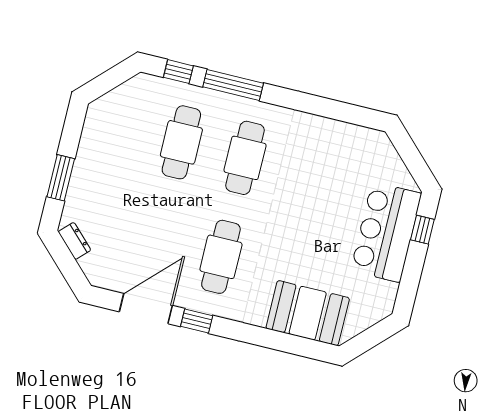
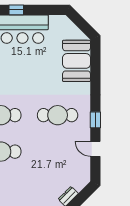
door: (146, 309) -> (95, 149), width x0.53

